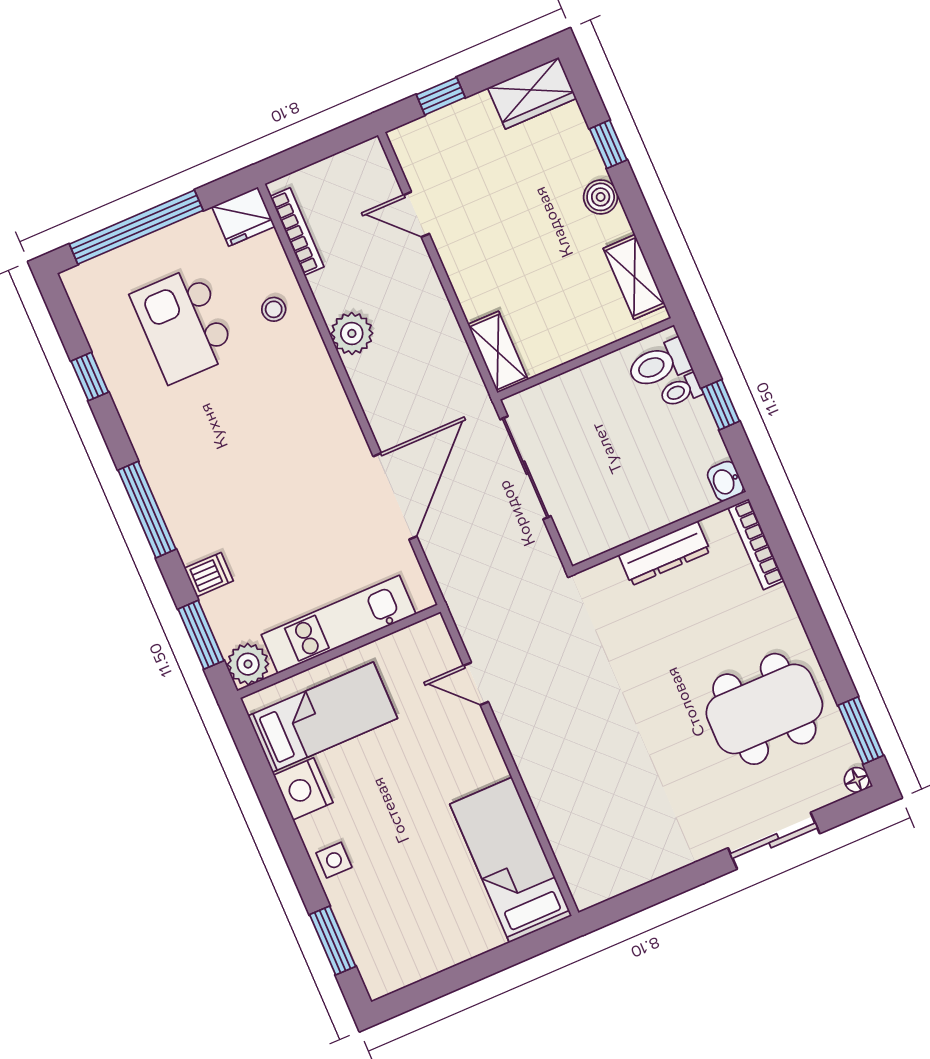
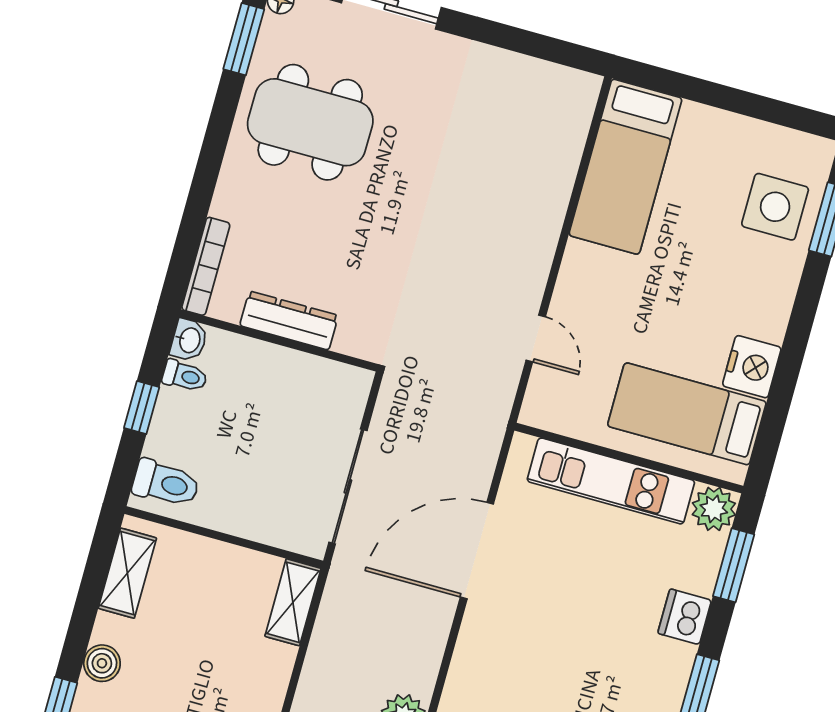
toilet: (681, 391) -> (185, 376), moved
dishwasher: (209, 575) -> (685, 617), width x1.38
side table: (334, 860) -> (775, 207), moved, width x1.87, depth x1.87

